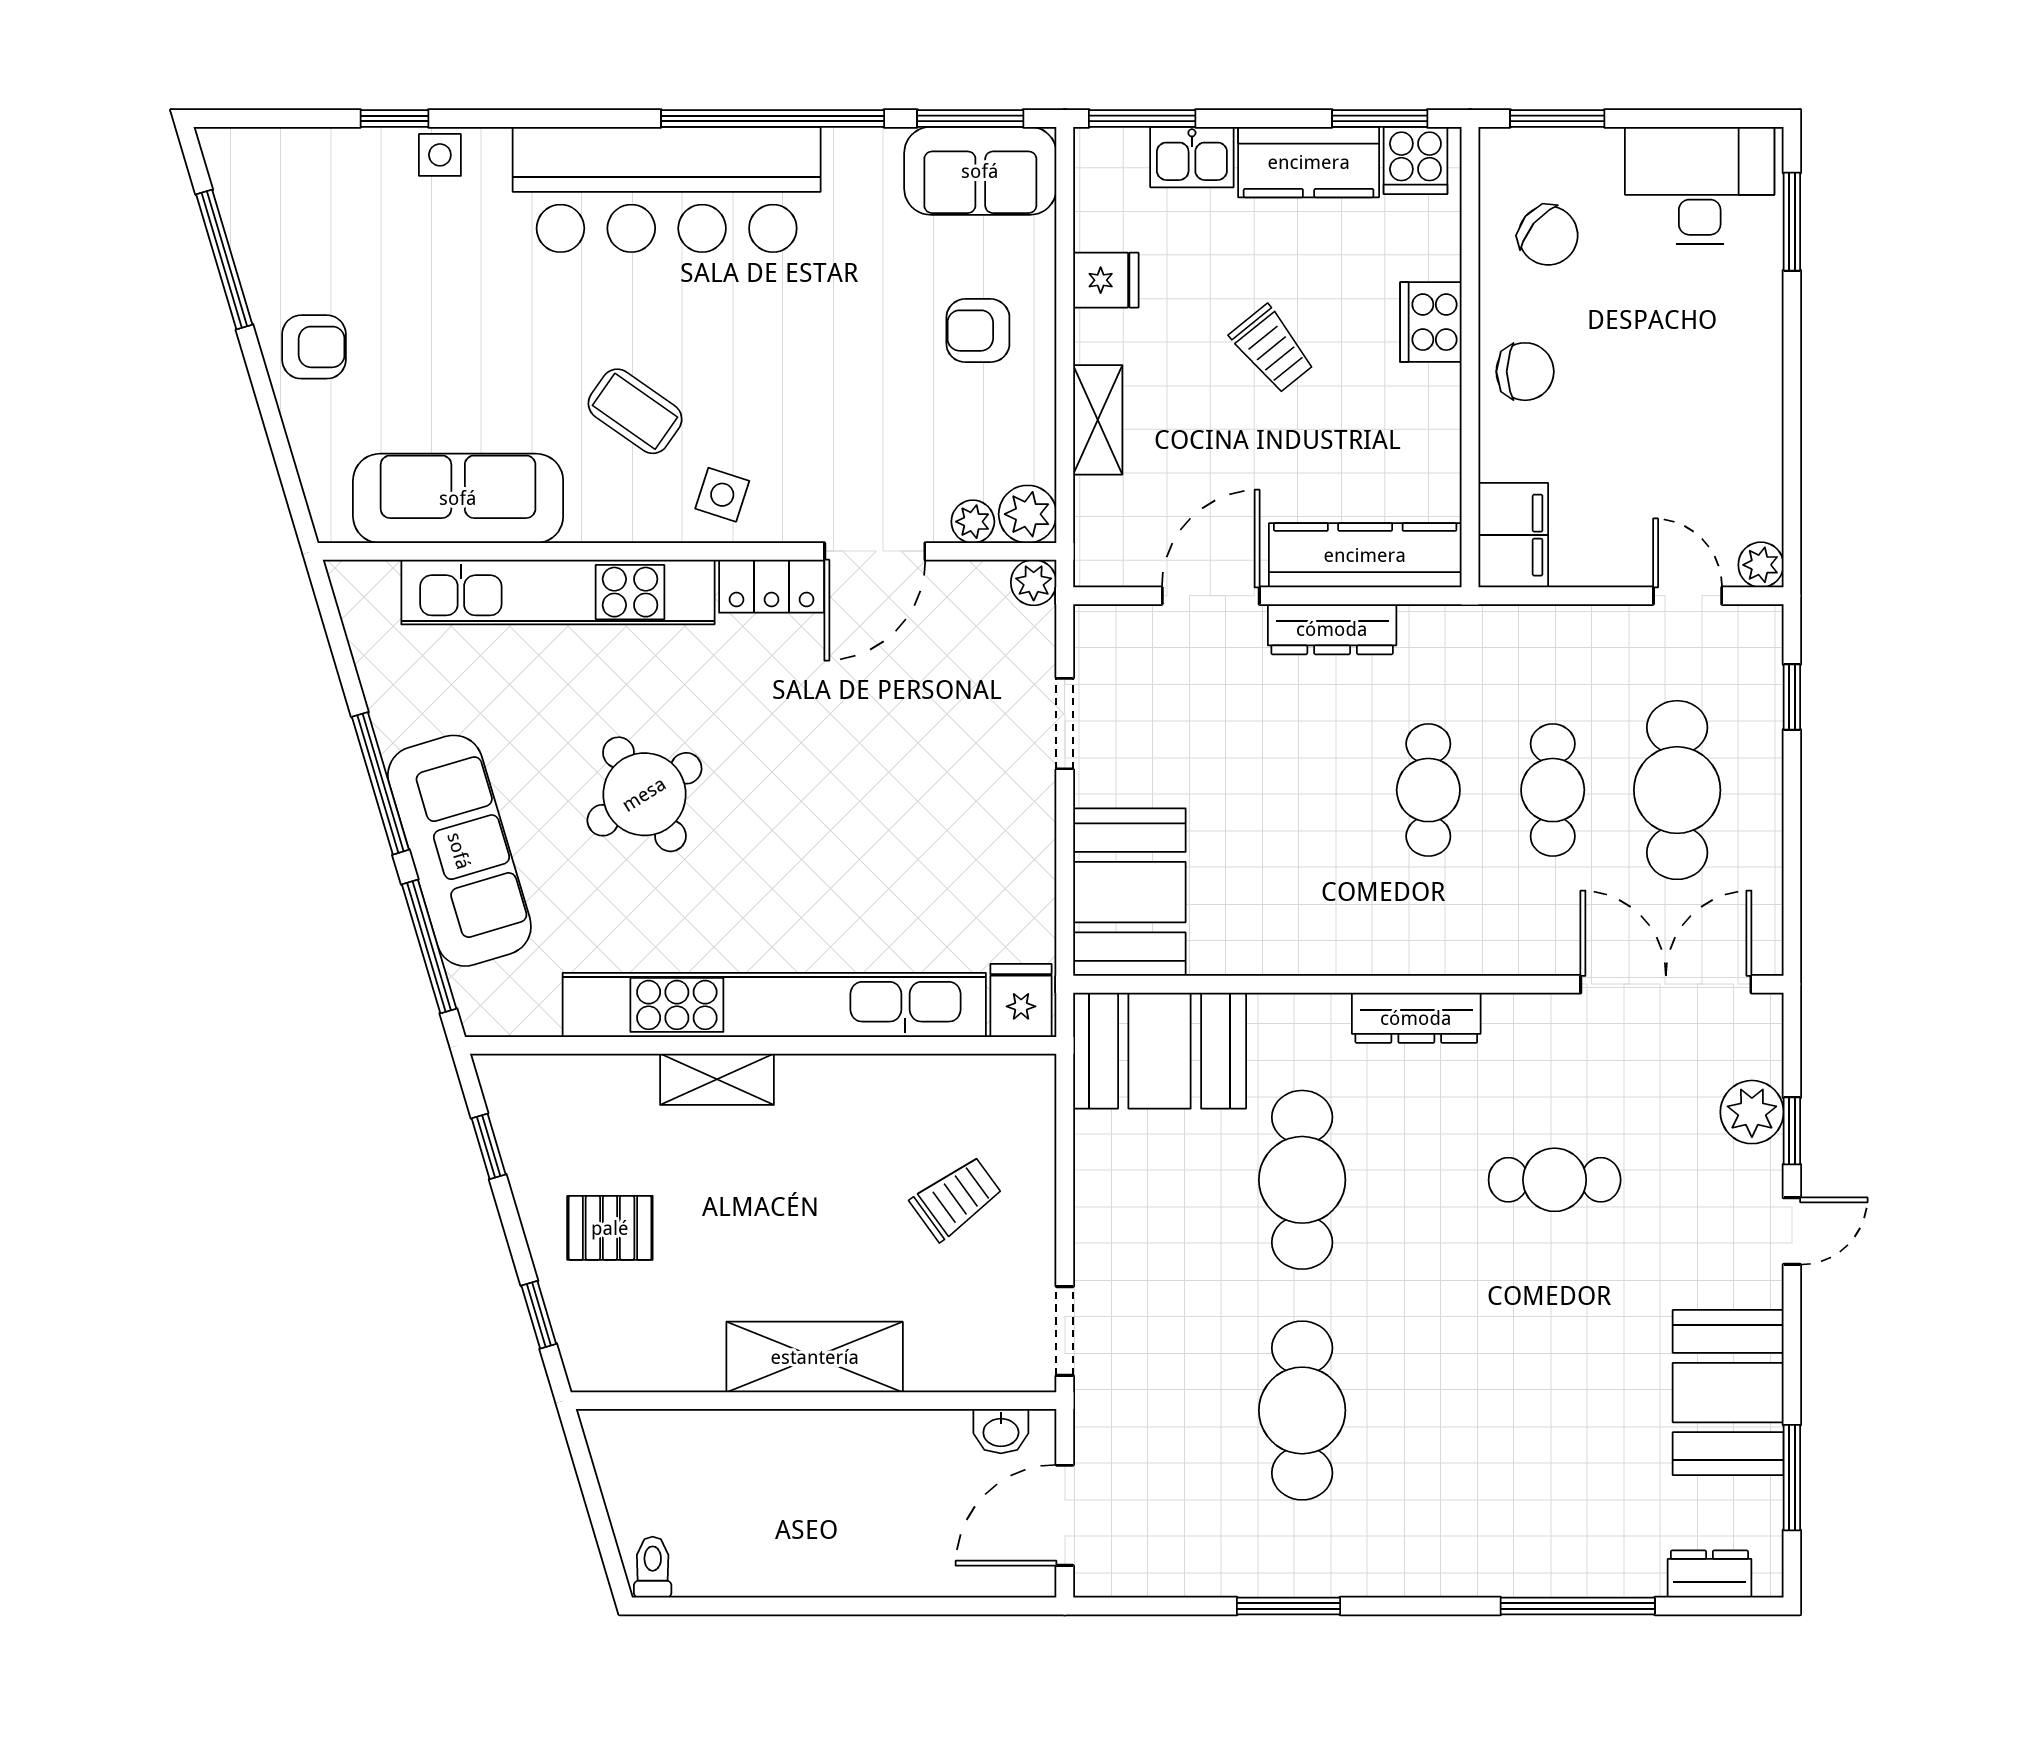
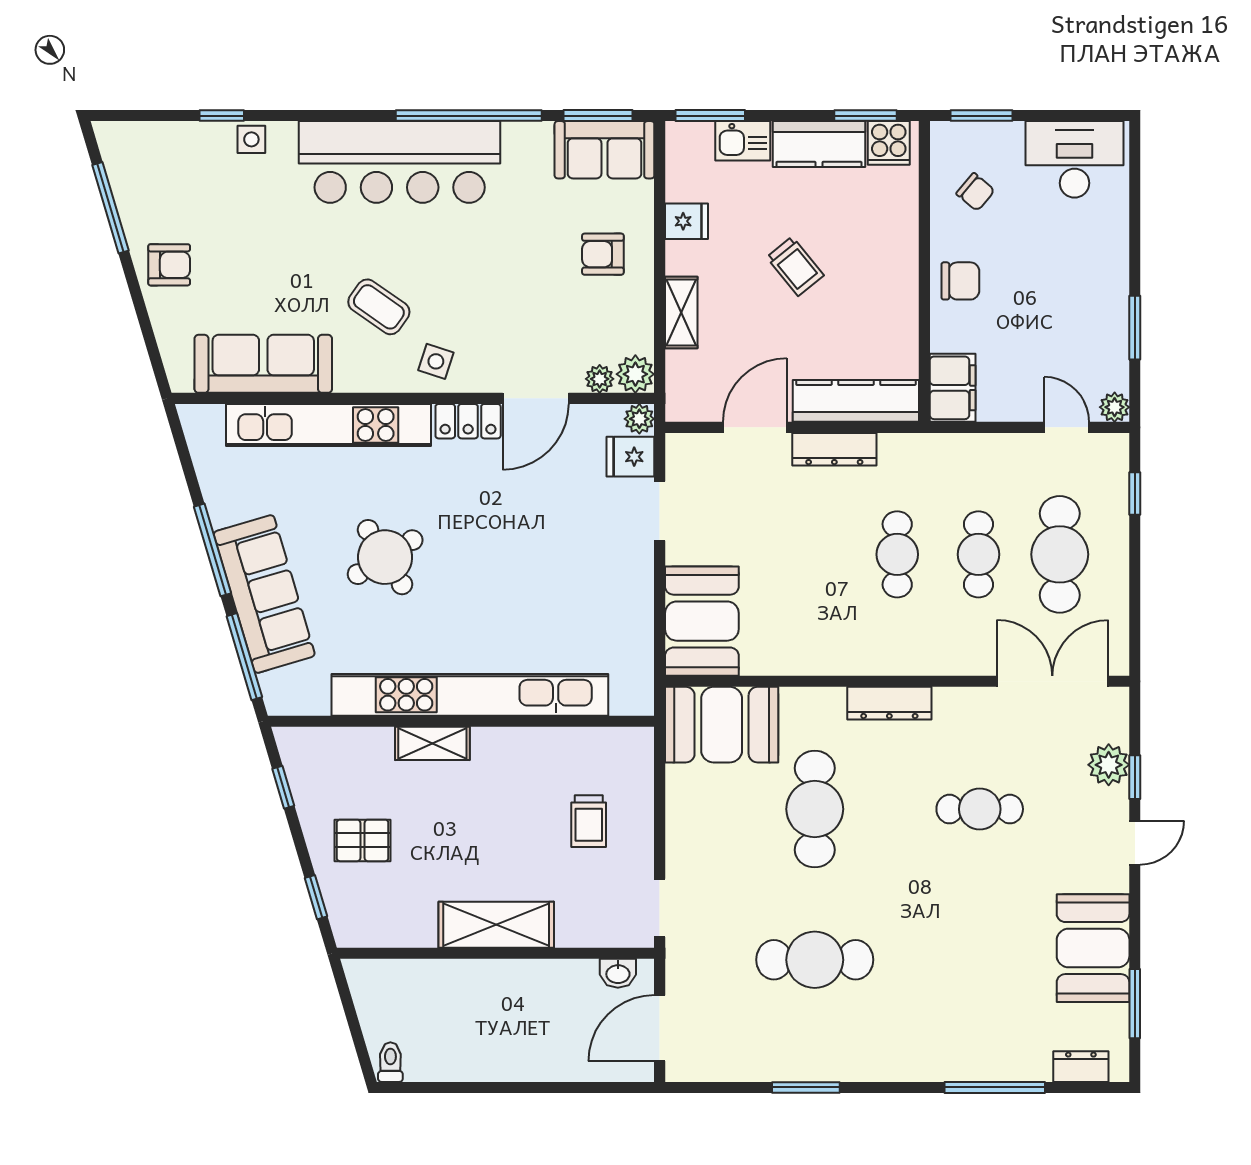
window: (1792, 222) -> (1135, 328), moved
chair: (1548, 235) -> (975, 192), width x0.73, depth x0.73
cooker: (1431, 322) -> (899, 249), removed
fridge: (1021, 1001) -> (630, 457), moved, turned -90
trolley: (956, 1198) -> (589, 821), turned 126
cafe table: (1302, 1410) -> (815, 960), turned 90

